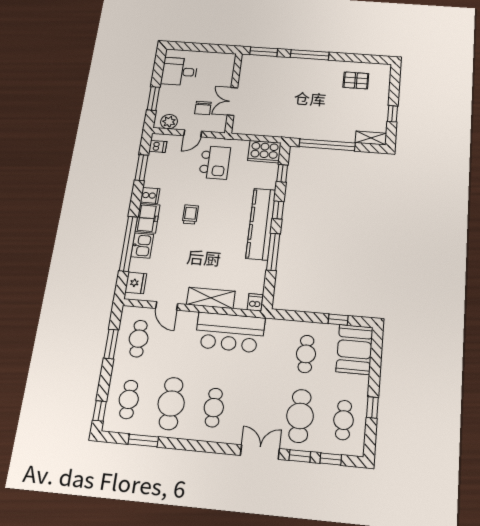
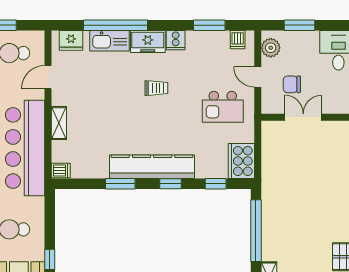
kitchen sink: (142, 246) -> (109, 41), width x1.38
window: (273, 252) -> (120, 184), width x0.69
shelving: (211, 298) -> (59, 123), width x0.67, depth x0.75
bar counter: (230, 332) -> (25, 148), width x1.36

